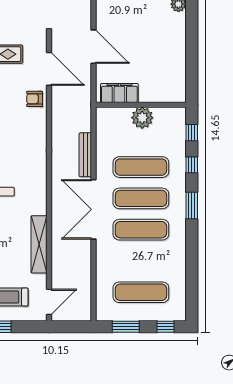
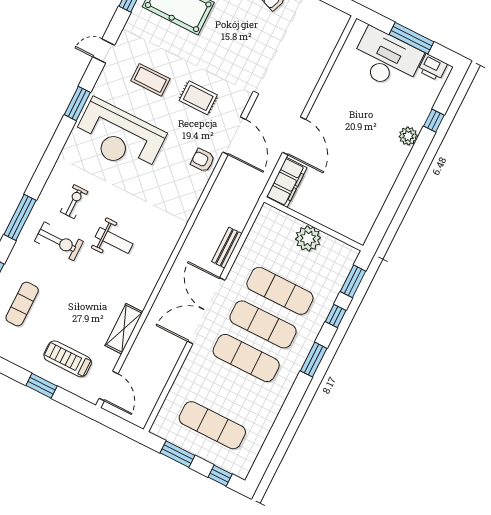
filing cabinet: (119, 93) -> (287, 182), moved, turned 90
window: (192, 133) -> (353, 281), width x1.50
bench: (85, 155) -> (227, 248), width x0.73
shelving: (39, 244) -> (124, 329), width x0.68
door: (49, 302) -> (108, 386), hinge flipped

